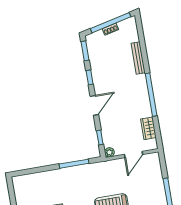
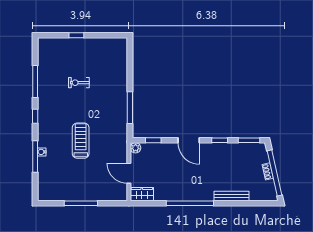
wardrobe: (148, 128) -> (142, 194), moved

